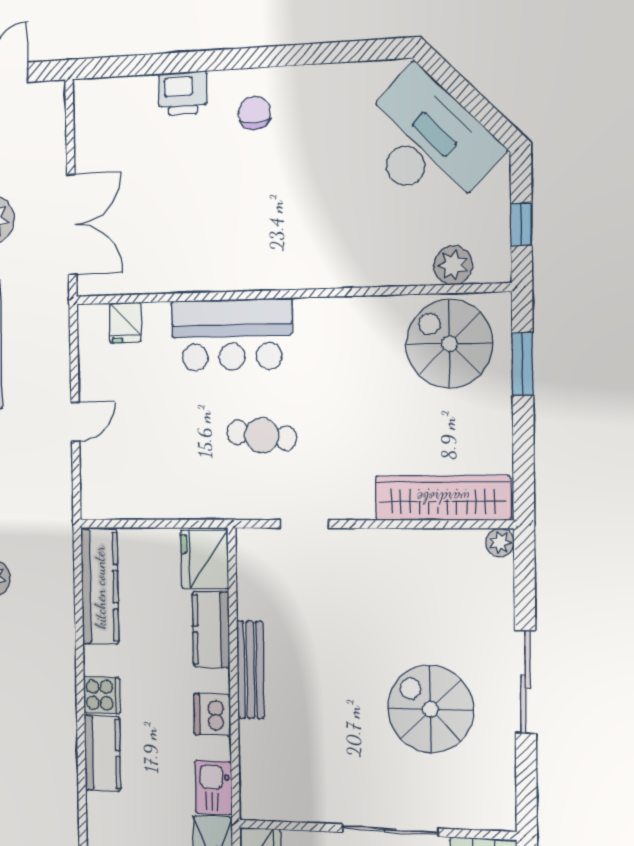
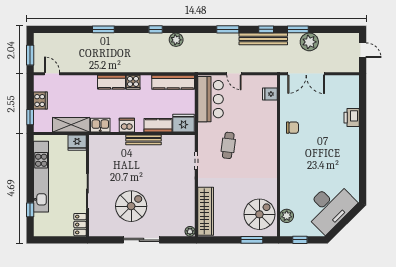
chair: (254, 113) -> (292, 128), moved
bar counter: (232, 335) -> (210, 99), moved, turned 180

